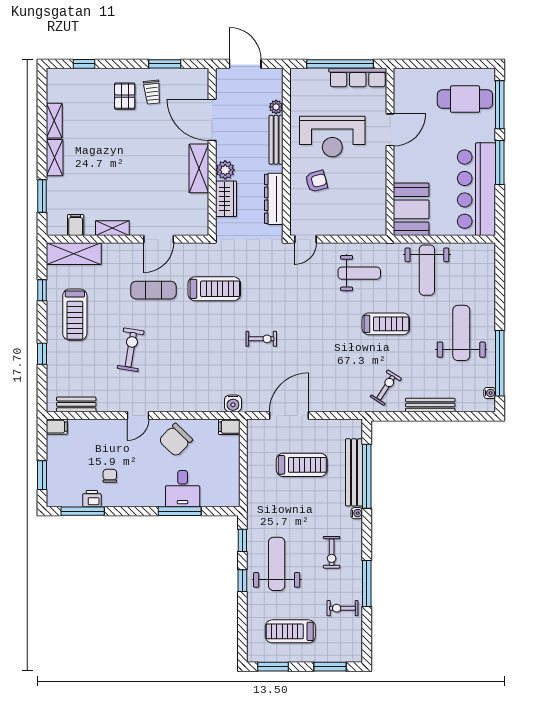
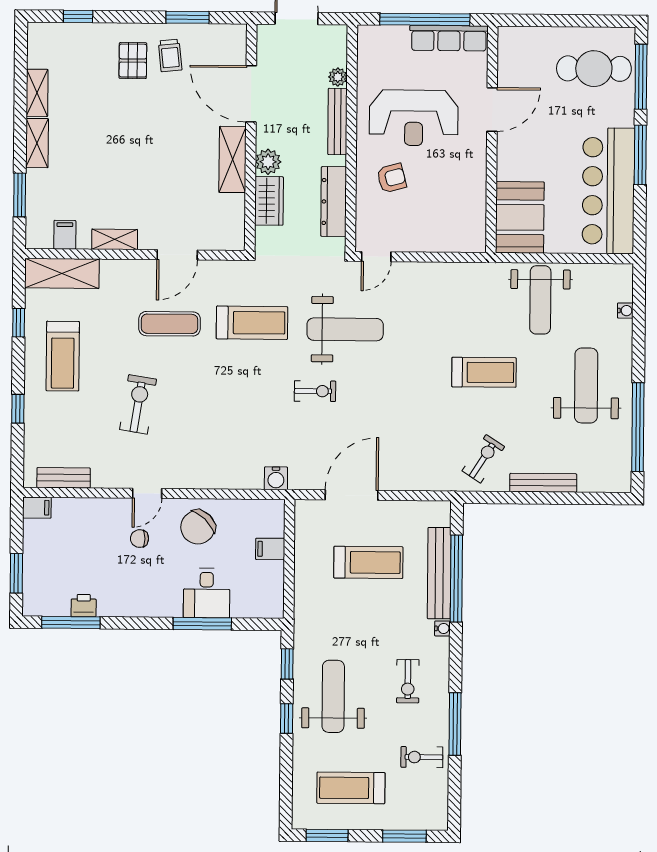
weight bench: (359, 273) -> (345, 329), moved, width x1.36, depth x1.33
water cooler: (490, 393) -> (625, 311), moved
filing cabinet: (229, 427) -> (270, 549), moved
chair: (110, 476) -> (140, 539), moved, turned -90

